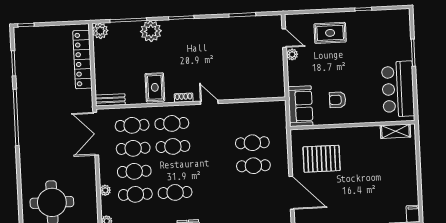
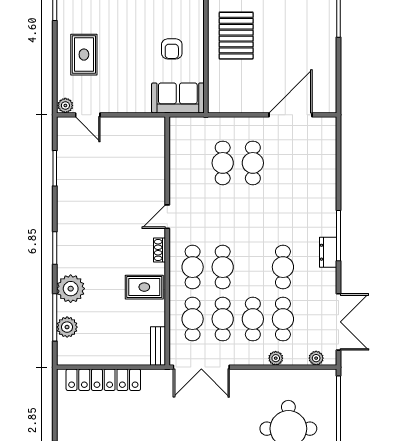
plant: (100, 31) -> (67, 327), moved
door: (284, 38) -> (88, 115), swing flipped
plant: (292, 54) -> (65, 105), moved
pallet: (322, 159) -> (236, 36), moved

